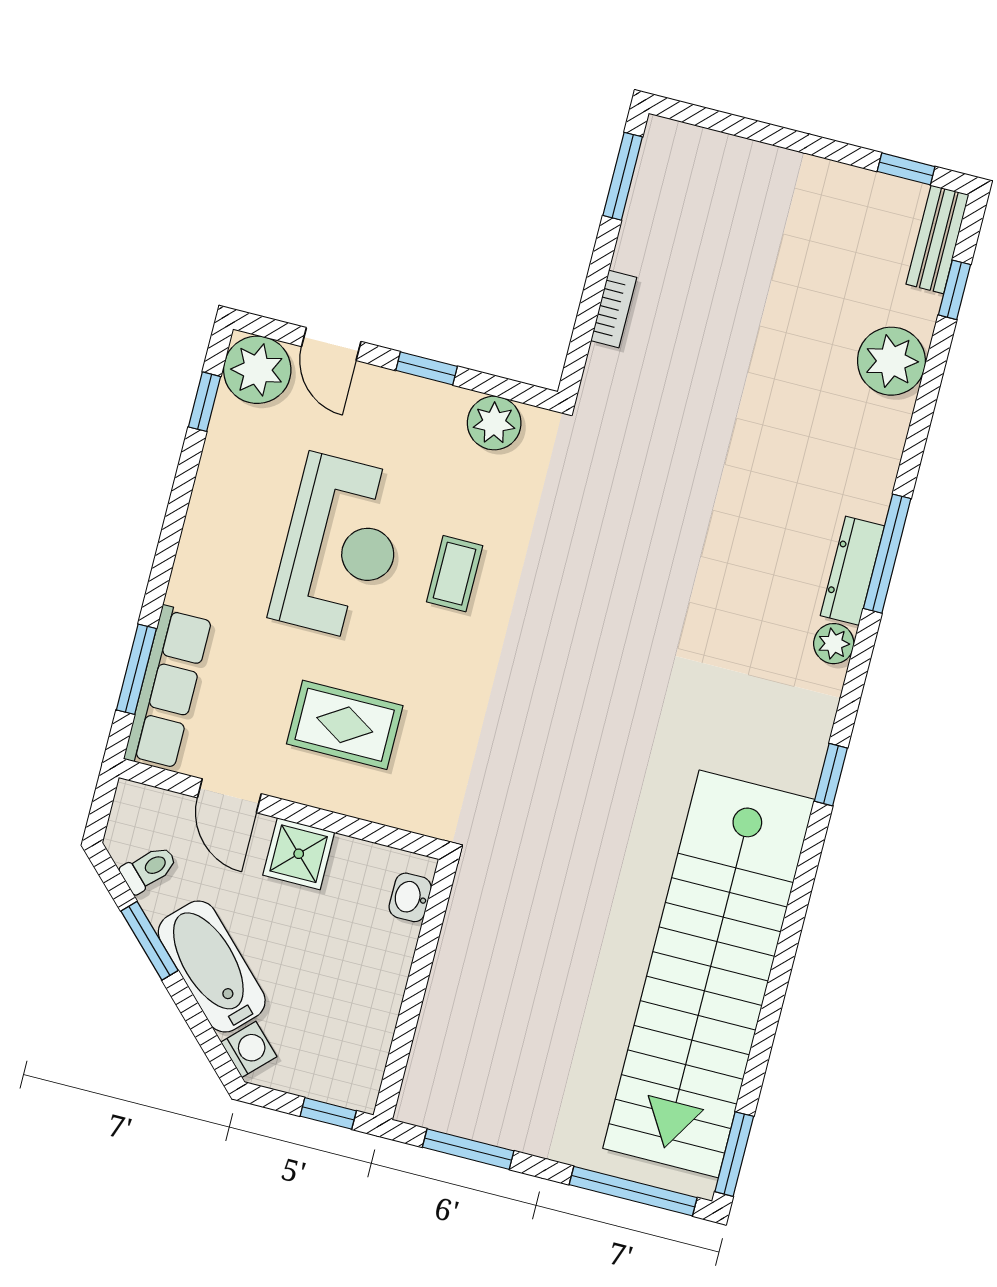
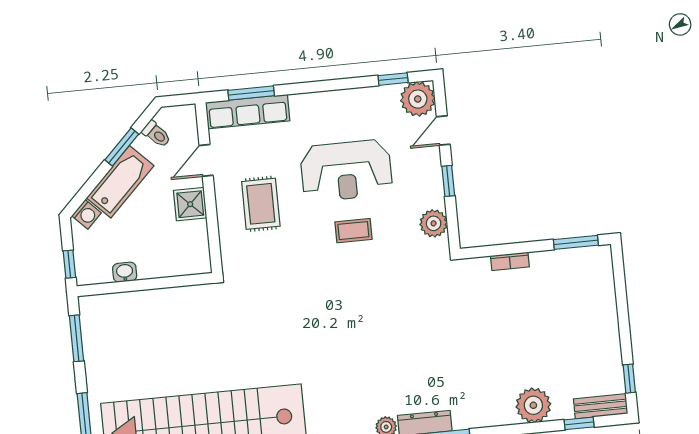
washbasin: (410, 897) -> (125, 272), moved

